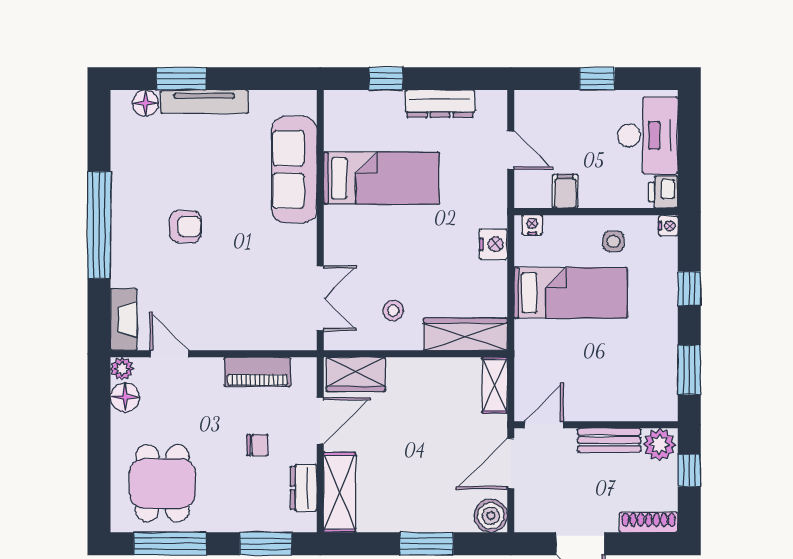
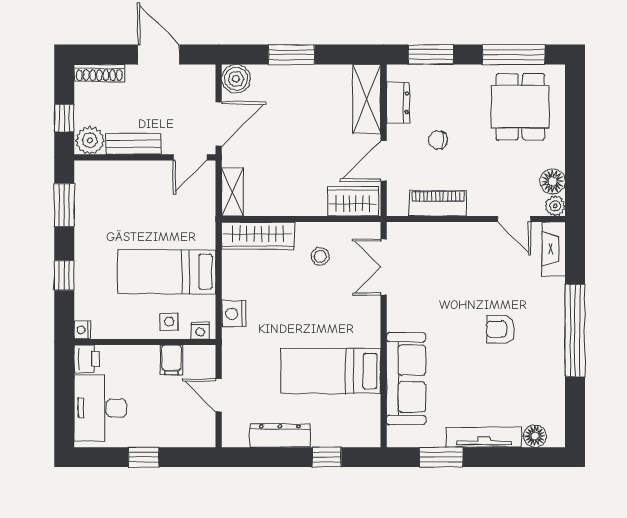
window: (181, 79) -> (441, 457), moved
side table: (613, 241) -> (169, 322), moved

